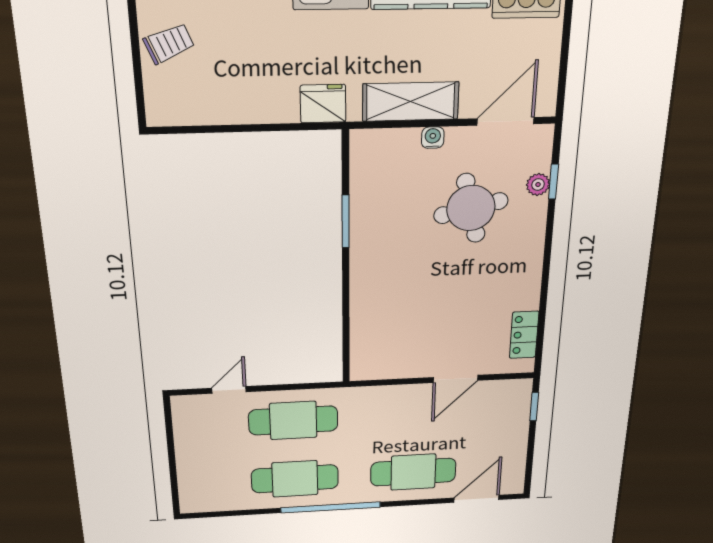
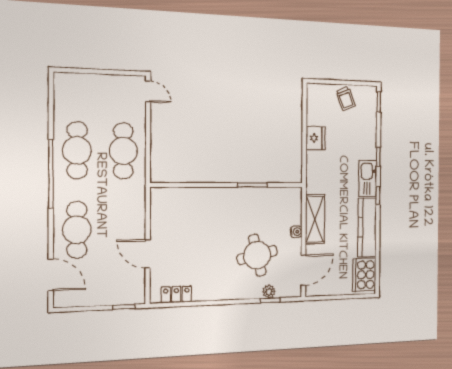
fridge: (323, 104) -> (316, 138), moved
door: (506, 121) -> (303, 270), hinge flipped
door: (229, 390) -> (148, 91), moved

